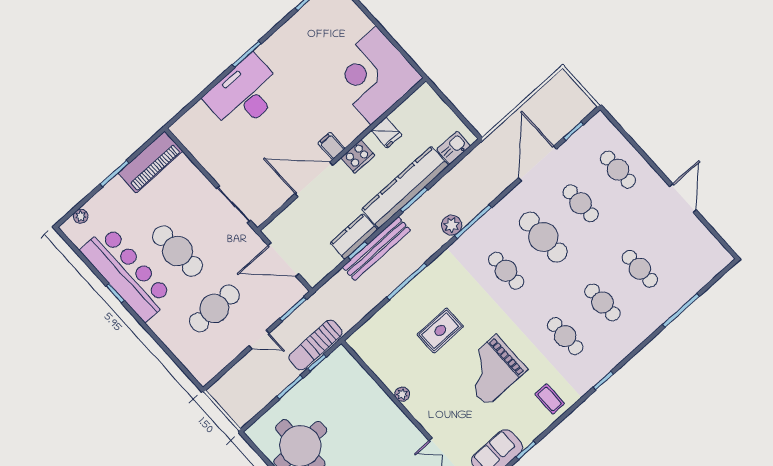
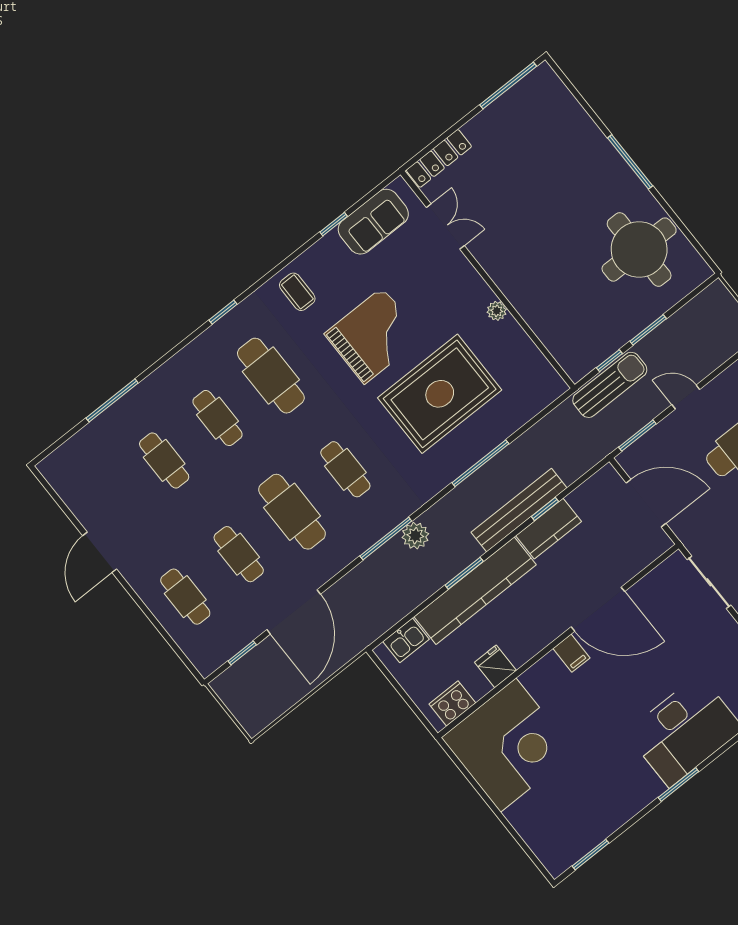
cooker: (358, 157) -> (452, 703), moved
rug: (440, 331) -> (440, 394), width x1.86, depth x2.06
cafe table: (565, 336) -> (271, 376), width x1.37, depth x1.35

